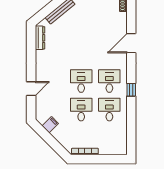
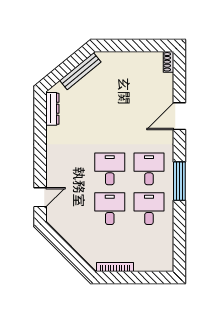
door: (31, 89) -> (40, 197), moved
window: (131, 90) -> (179, 181), width x2.17
filing cabinet: (50, 125) -> (67, 230), removed

